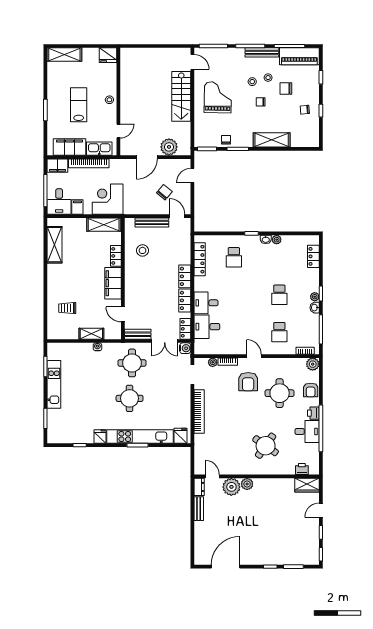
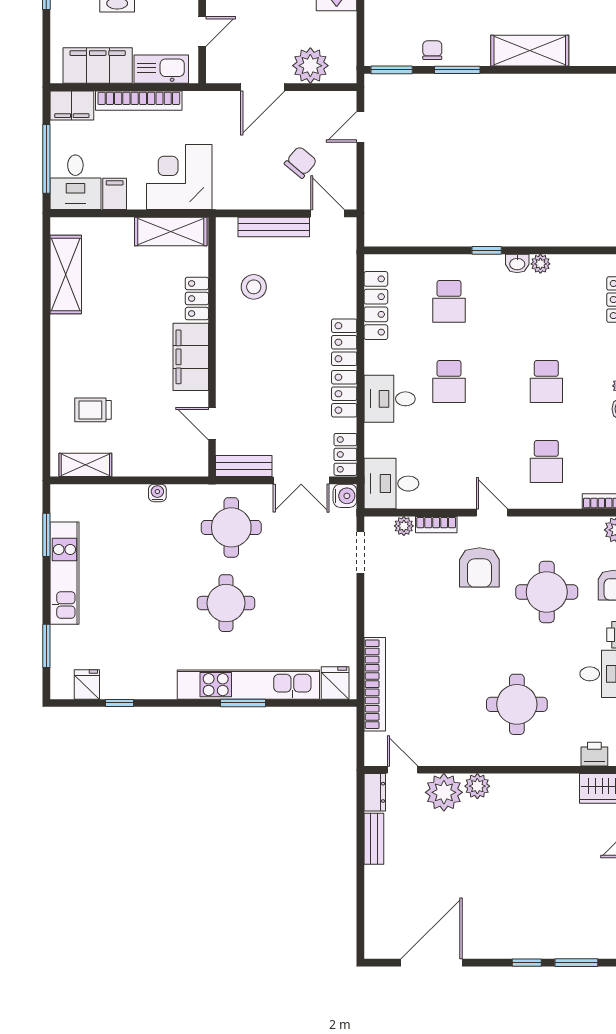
school desk: (234, 295) -> (449, 381), added
desk: (207, 327) -> (391, 484), moved
shelving: (91, 334) -> (85, 465), moved
bookcase: (199, 412) -> (375, 684), moved
fridge: (100, 436) -> (87, 685), moved
round table: (266, 446) -> (517, 704), turned -35

